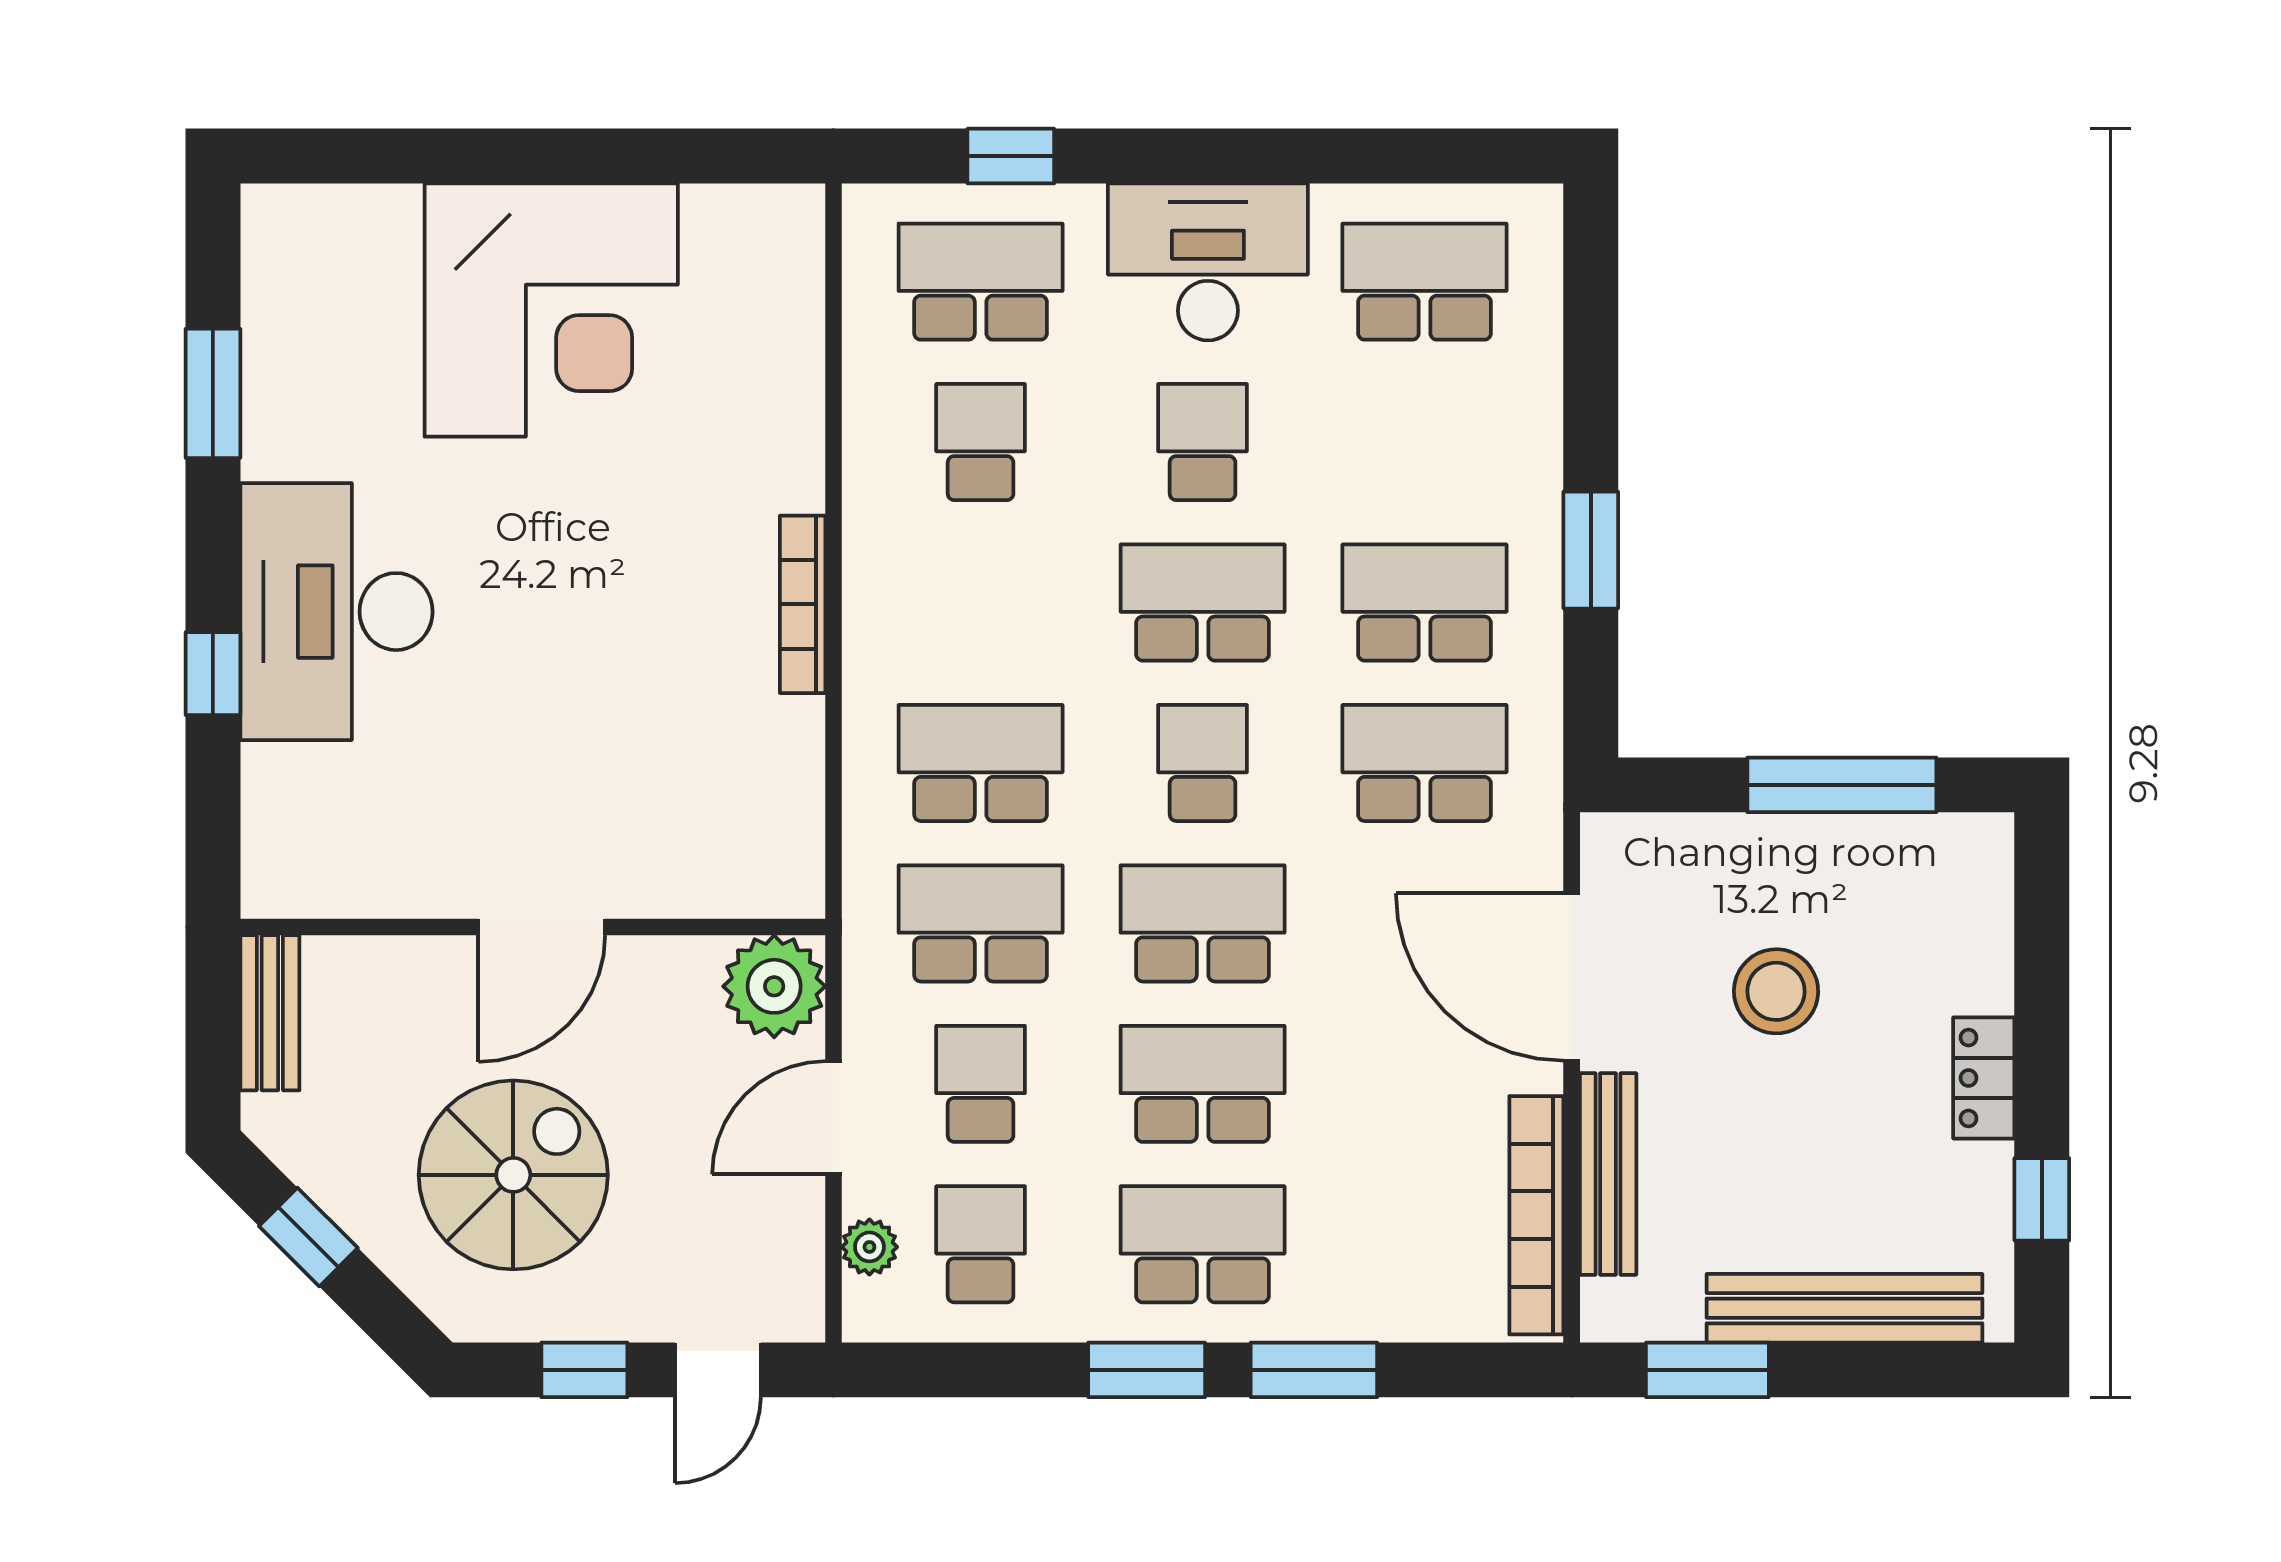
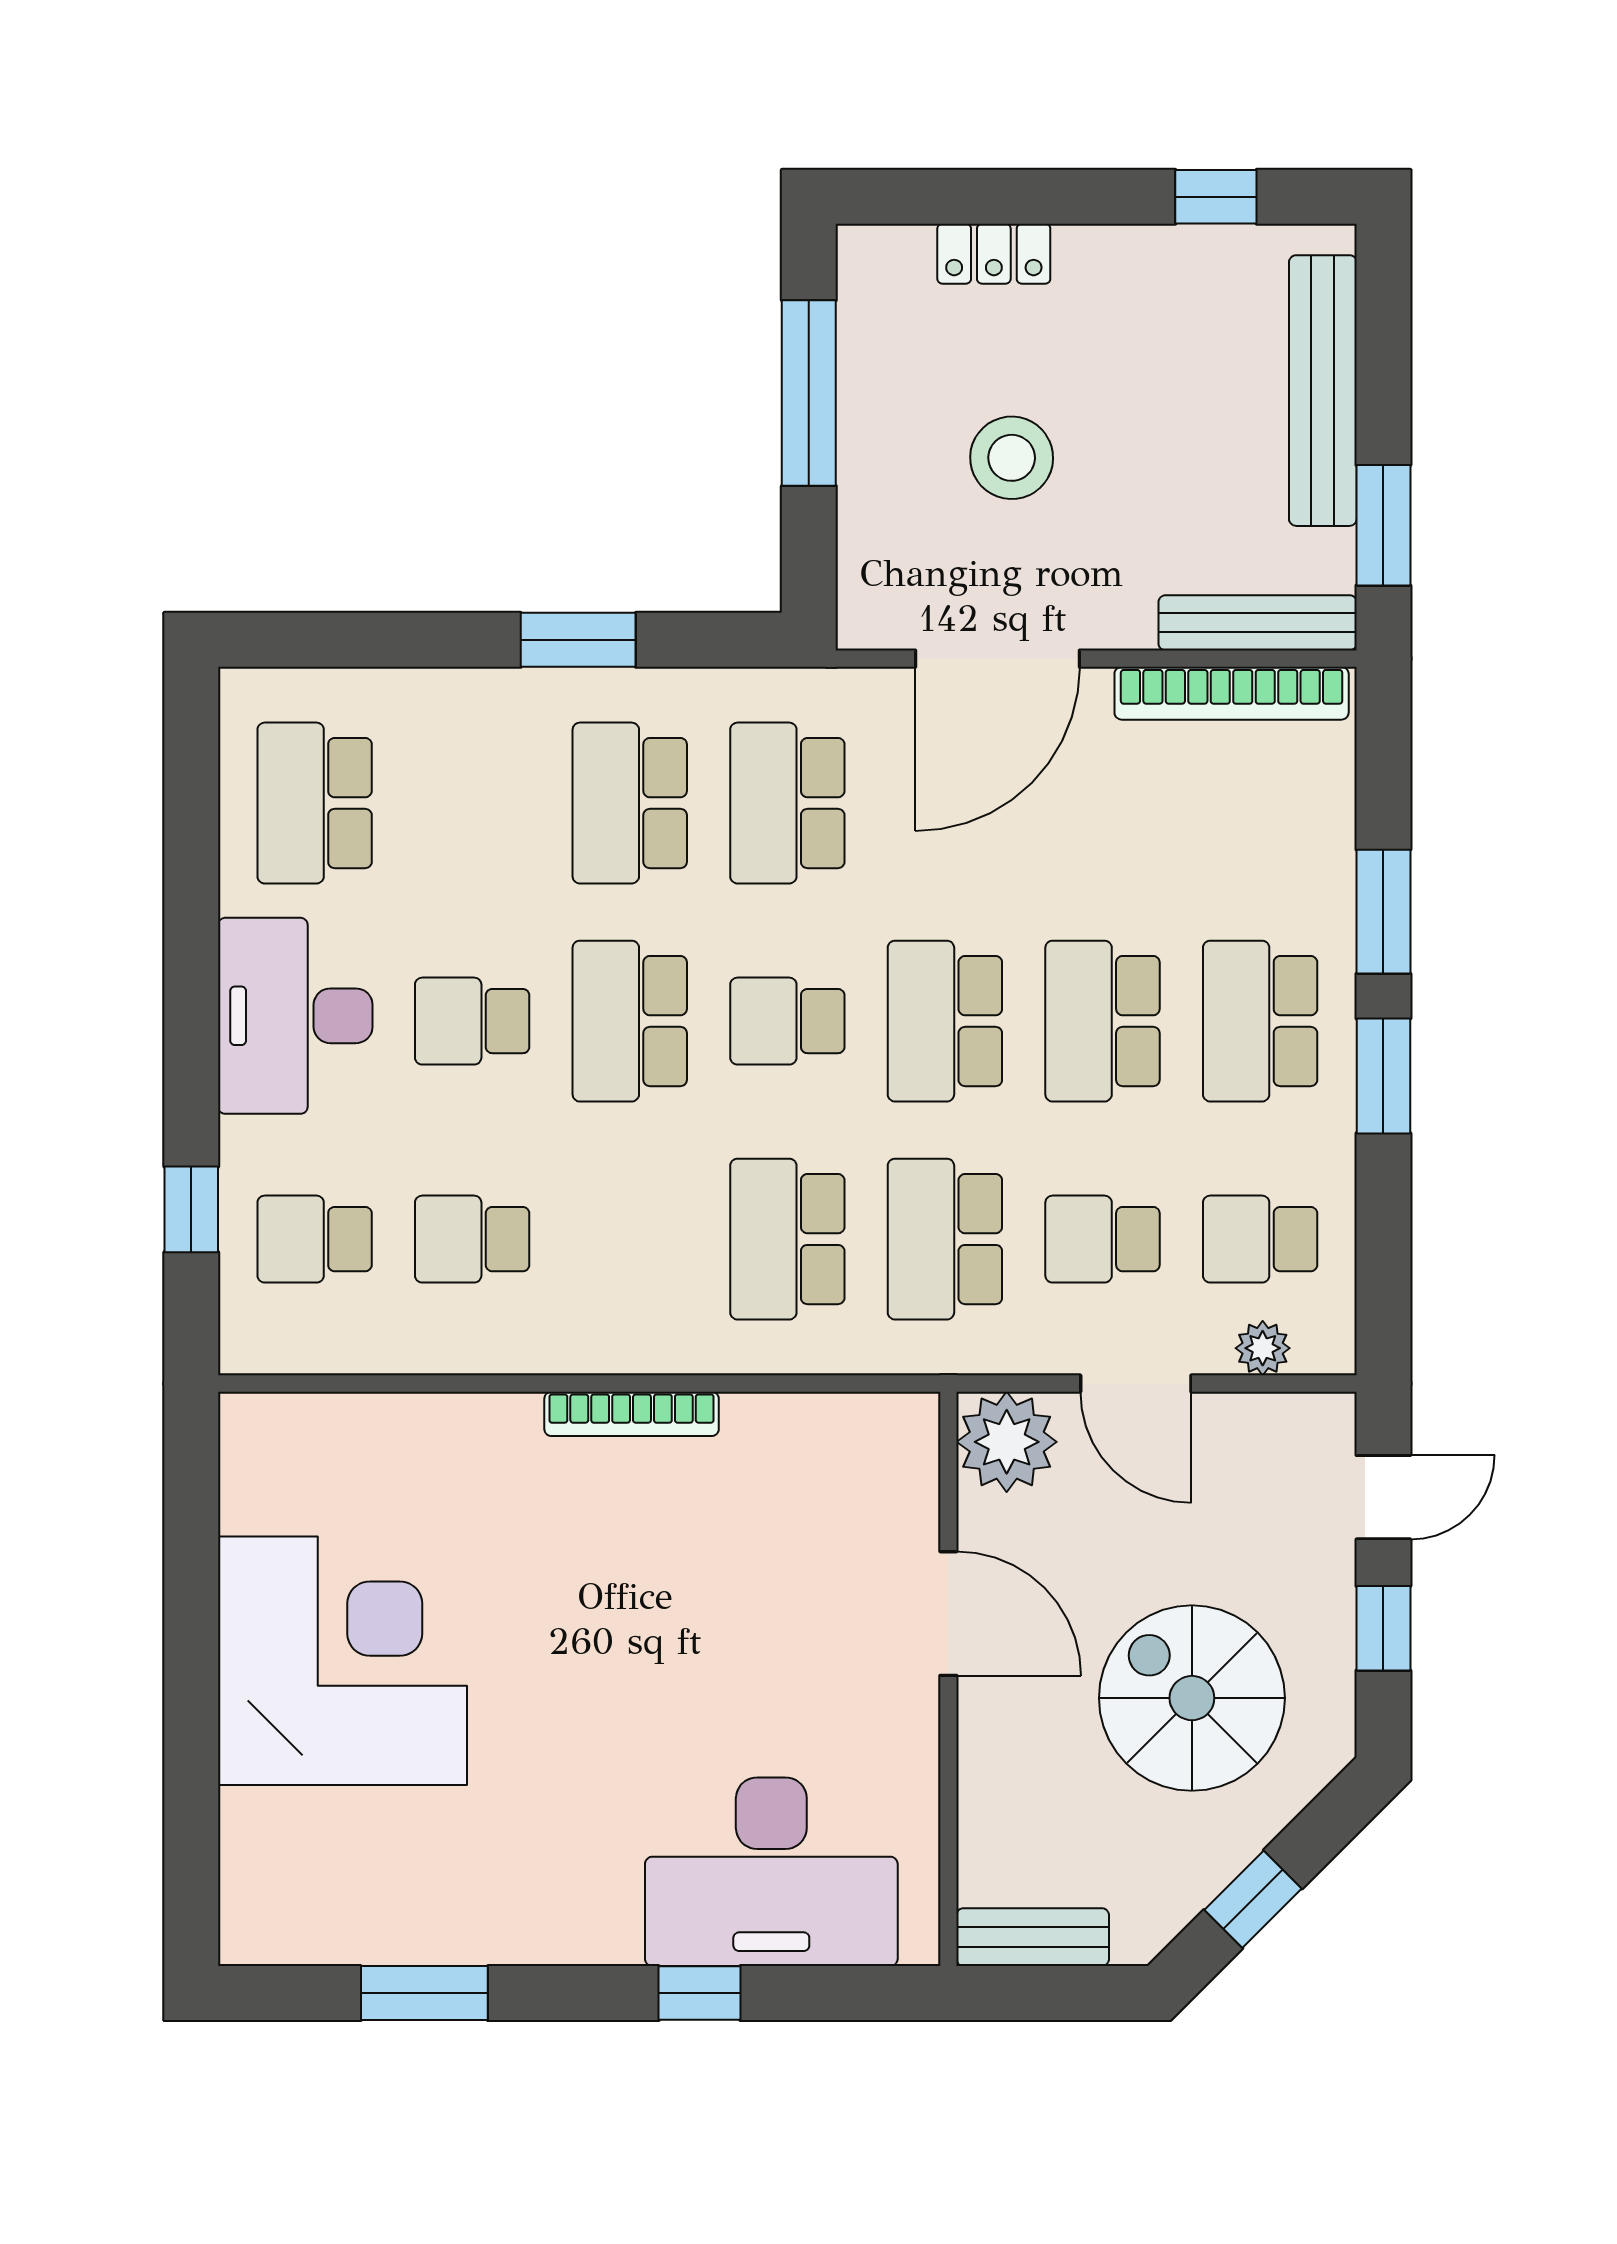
school desk: (981, 282) -> (315, 1239), width x0.54
desk: (336, 612) -> (771, 1872), moved
door: (542, 927) -> (948, 1614), moved
locker: (1984, 1078) -> (994, 254), moved
bench: (1608, 1174) -> (1258, 623), moved
door: (718, 1370) -> (1383, 1497), hinge flipped

